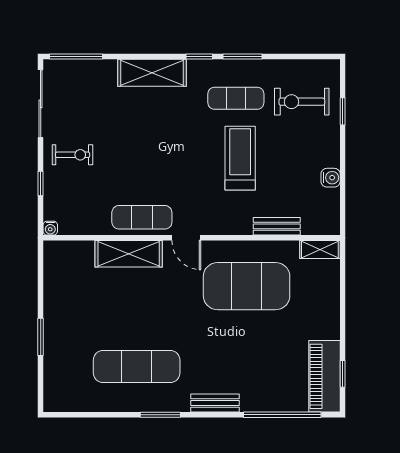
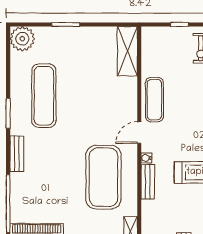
bench: (277, 226) -> (148, 182), moved
water cooler: (50, 228) -> (146, 158), moved
shelving: (129, 254) -> (127, 51), moved
plant: (60, 396) -> (22, 39), added

